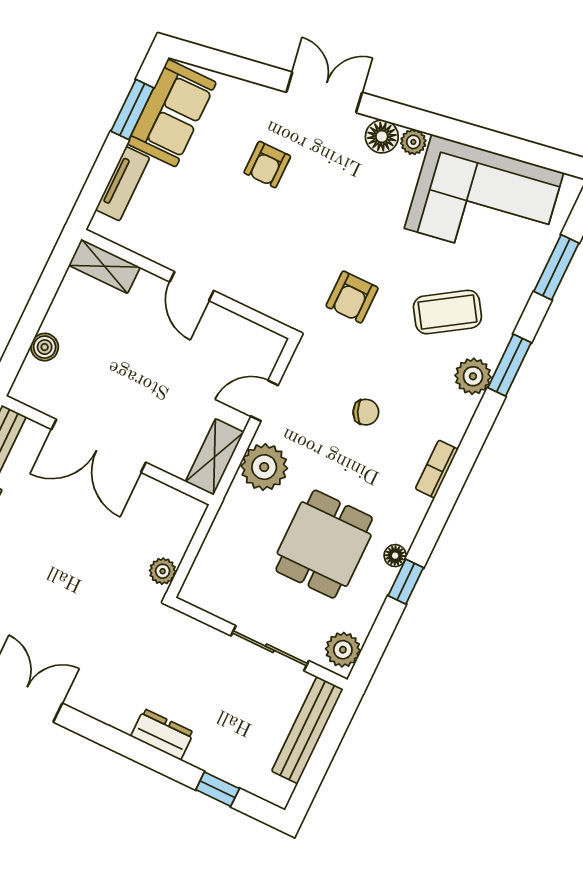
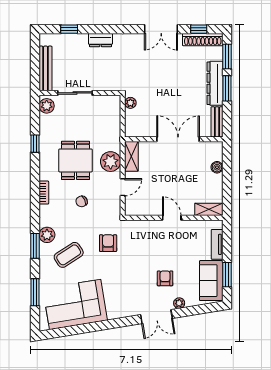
floor lamp: (382, 137) -> (126, 310), removed
plant: (413, 142) -> (179, 303), moved
dining table: (324, 544) -> (76, 160), moved
floor lamp: (395, 556) -> (44, 152), removed

